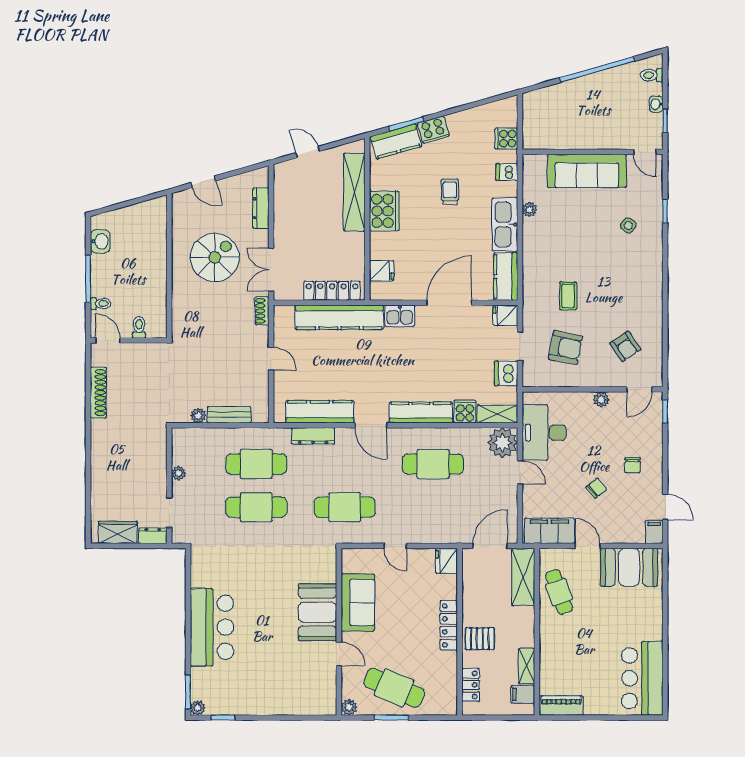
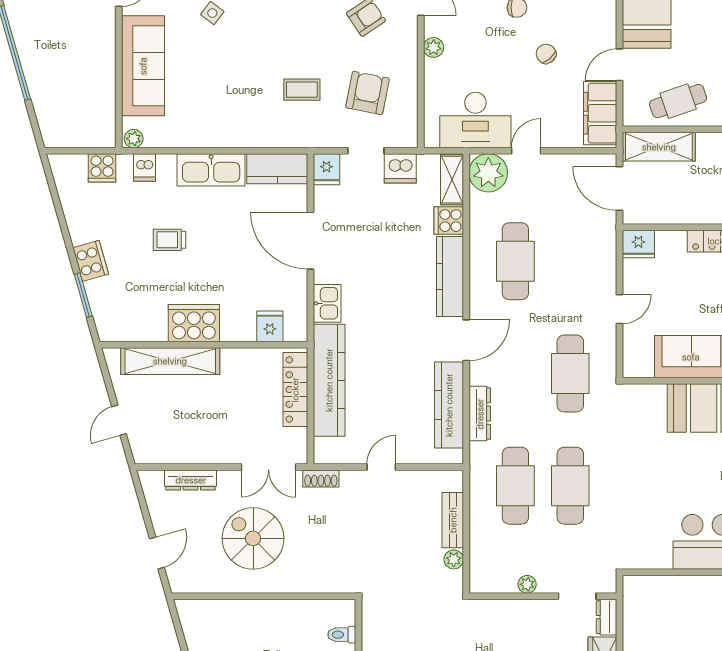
kitchen counter: (396, 141) -> (106, 308), removed
plant: (529, 210) -> (134, 139), moved

